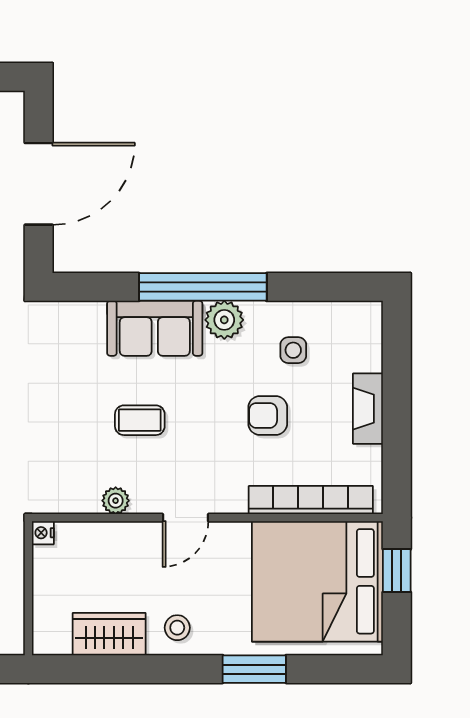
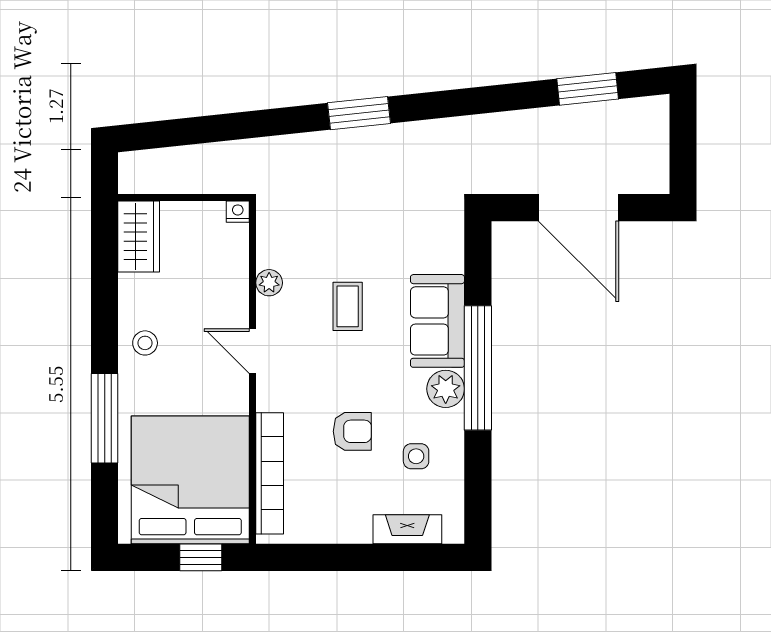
fireplace: (368, 409) -> (407, 529), moved
armchair: (268, 415) -> (352, 431), turned 90
wardrobe: (109, 634) -> (139, 237), moved
window: (254, 669) -> (105, 418), width x1.44

